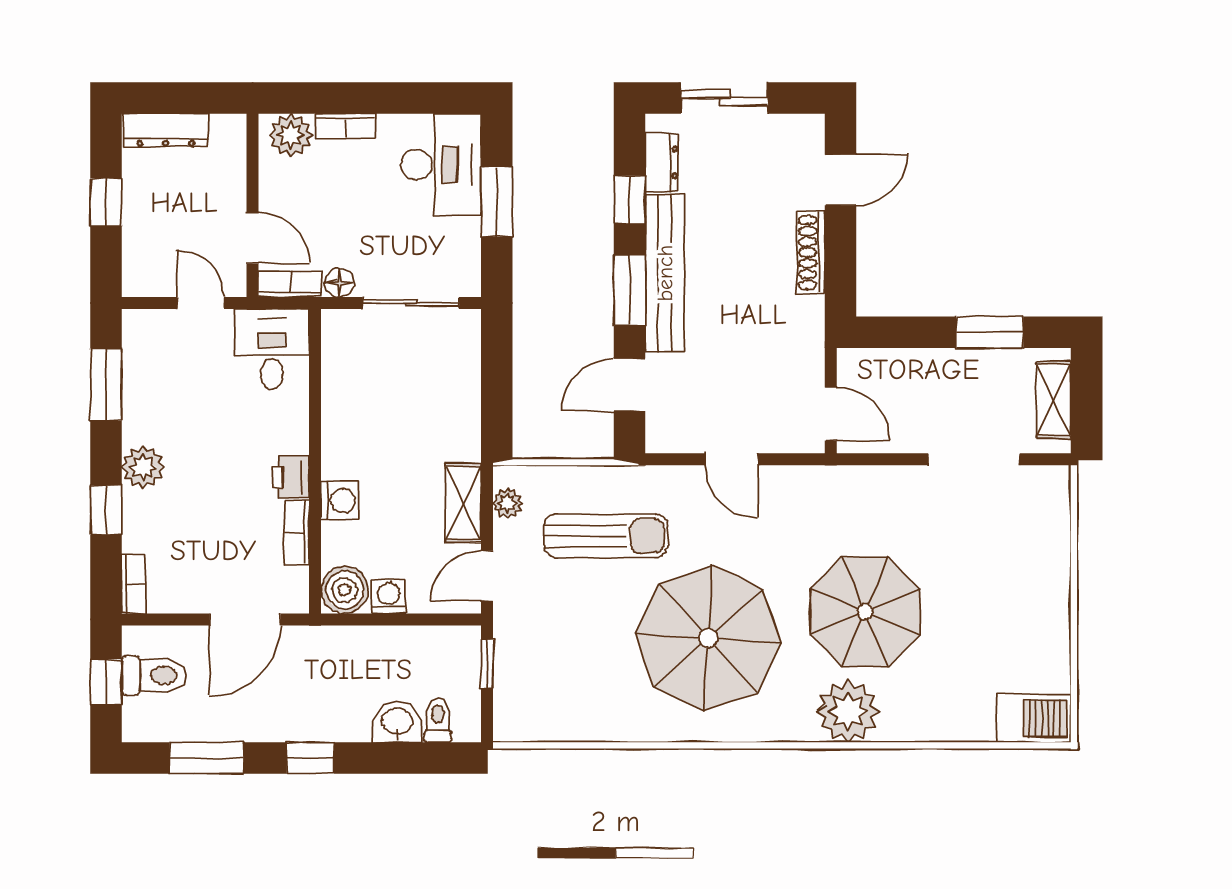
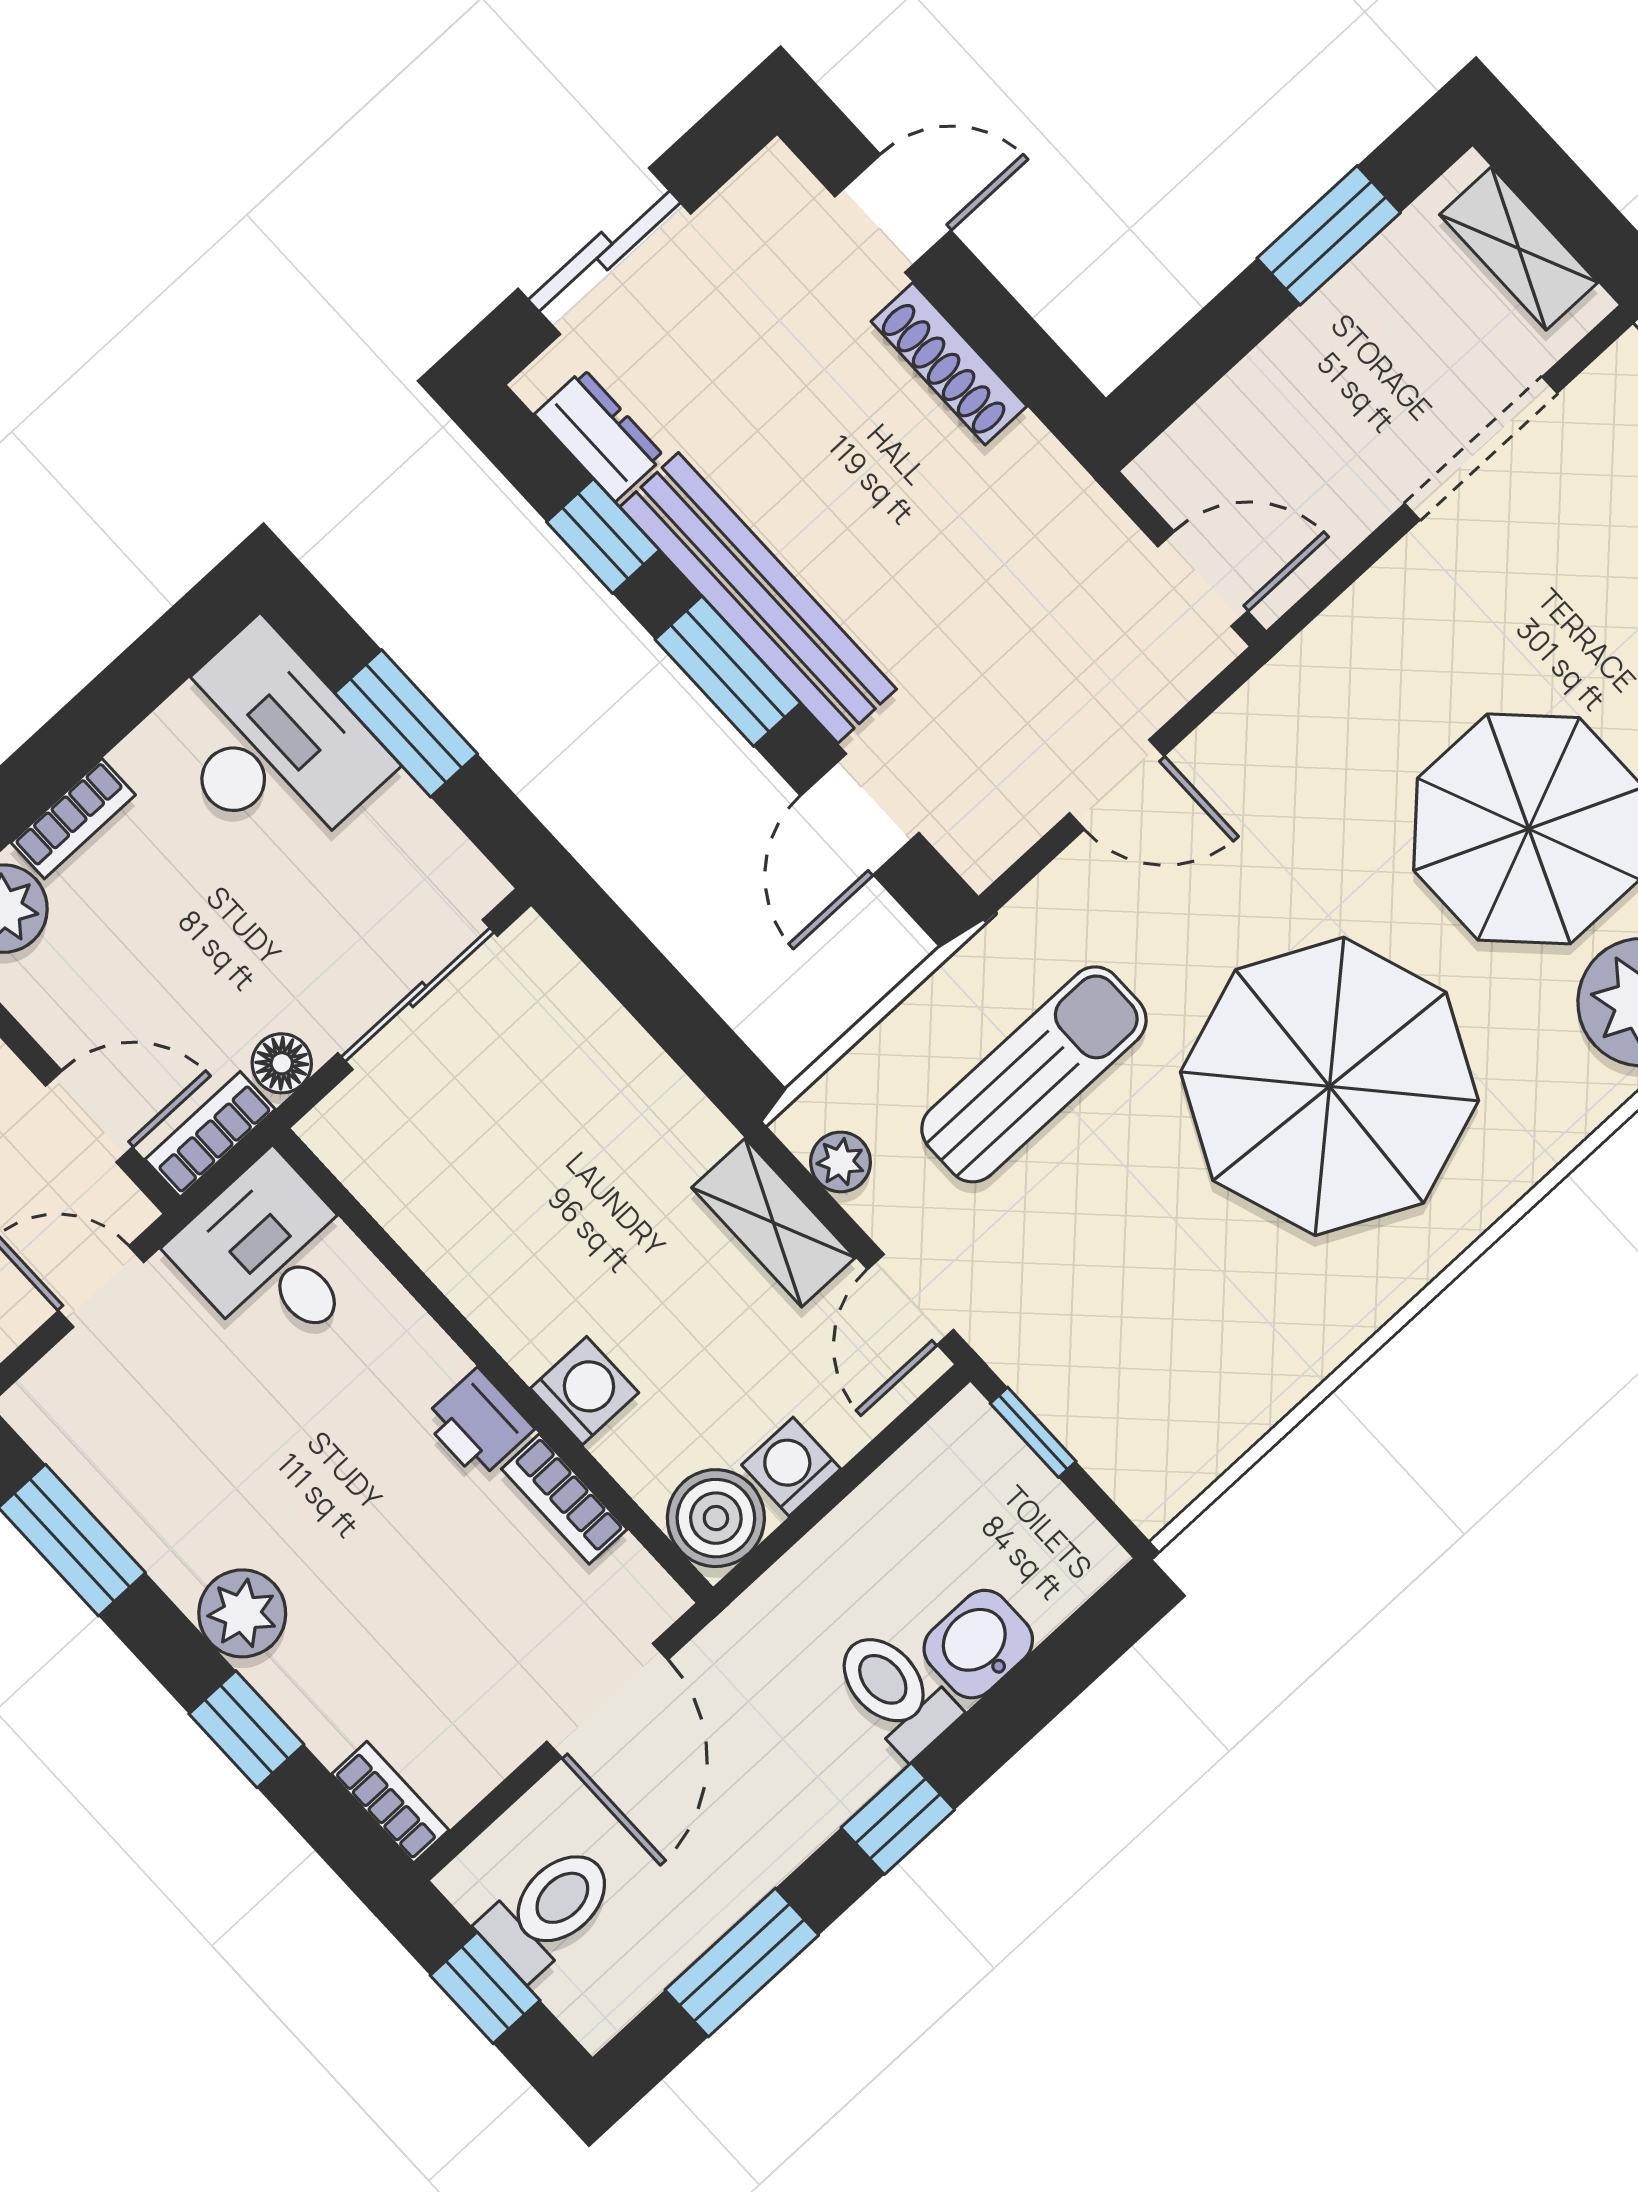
door: (841, 180) -> (893, 213), hinge flipped
toilet: (438, 720) -> (895, 1692), moved, width x1.37, depth x1.39

